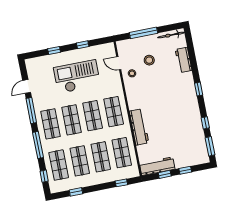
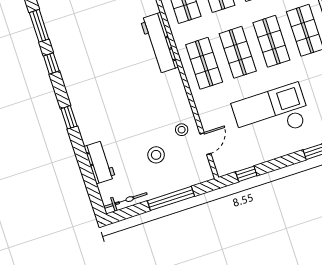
window: (83, 45) -> (246, 174), moved
door: (119, 63) -> (205, 144), hinge flipped
checkout: (77, 77) -> (271, 113), turned 180

